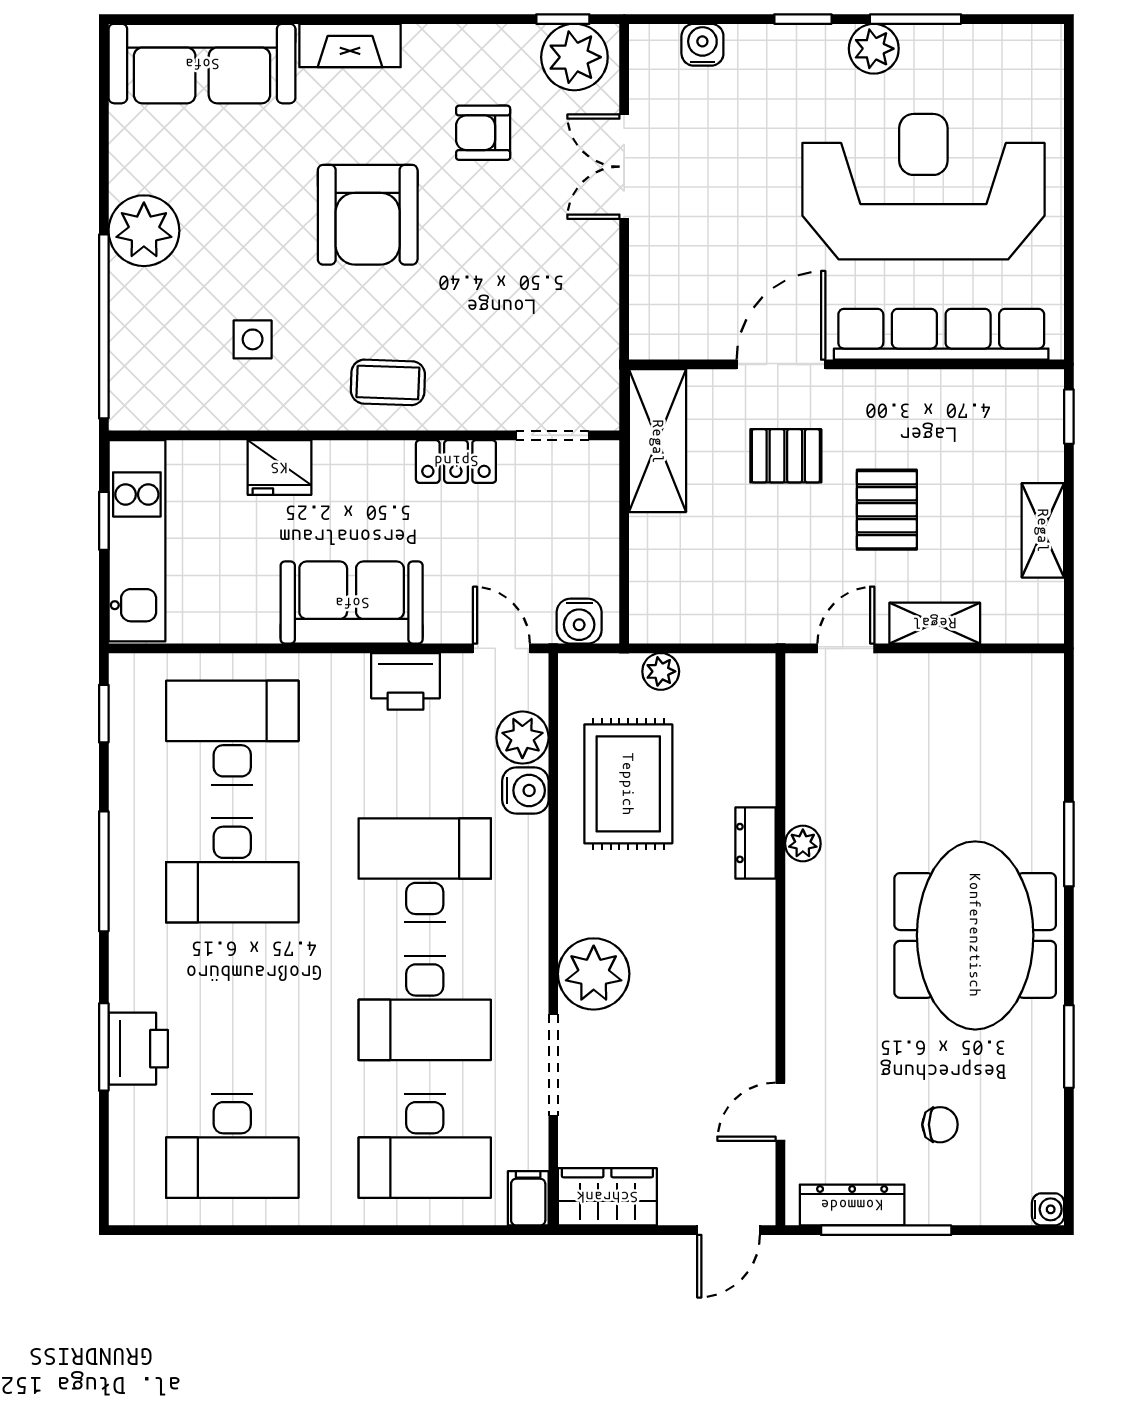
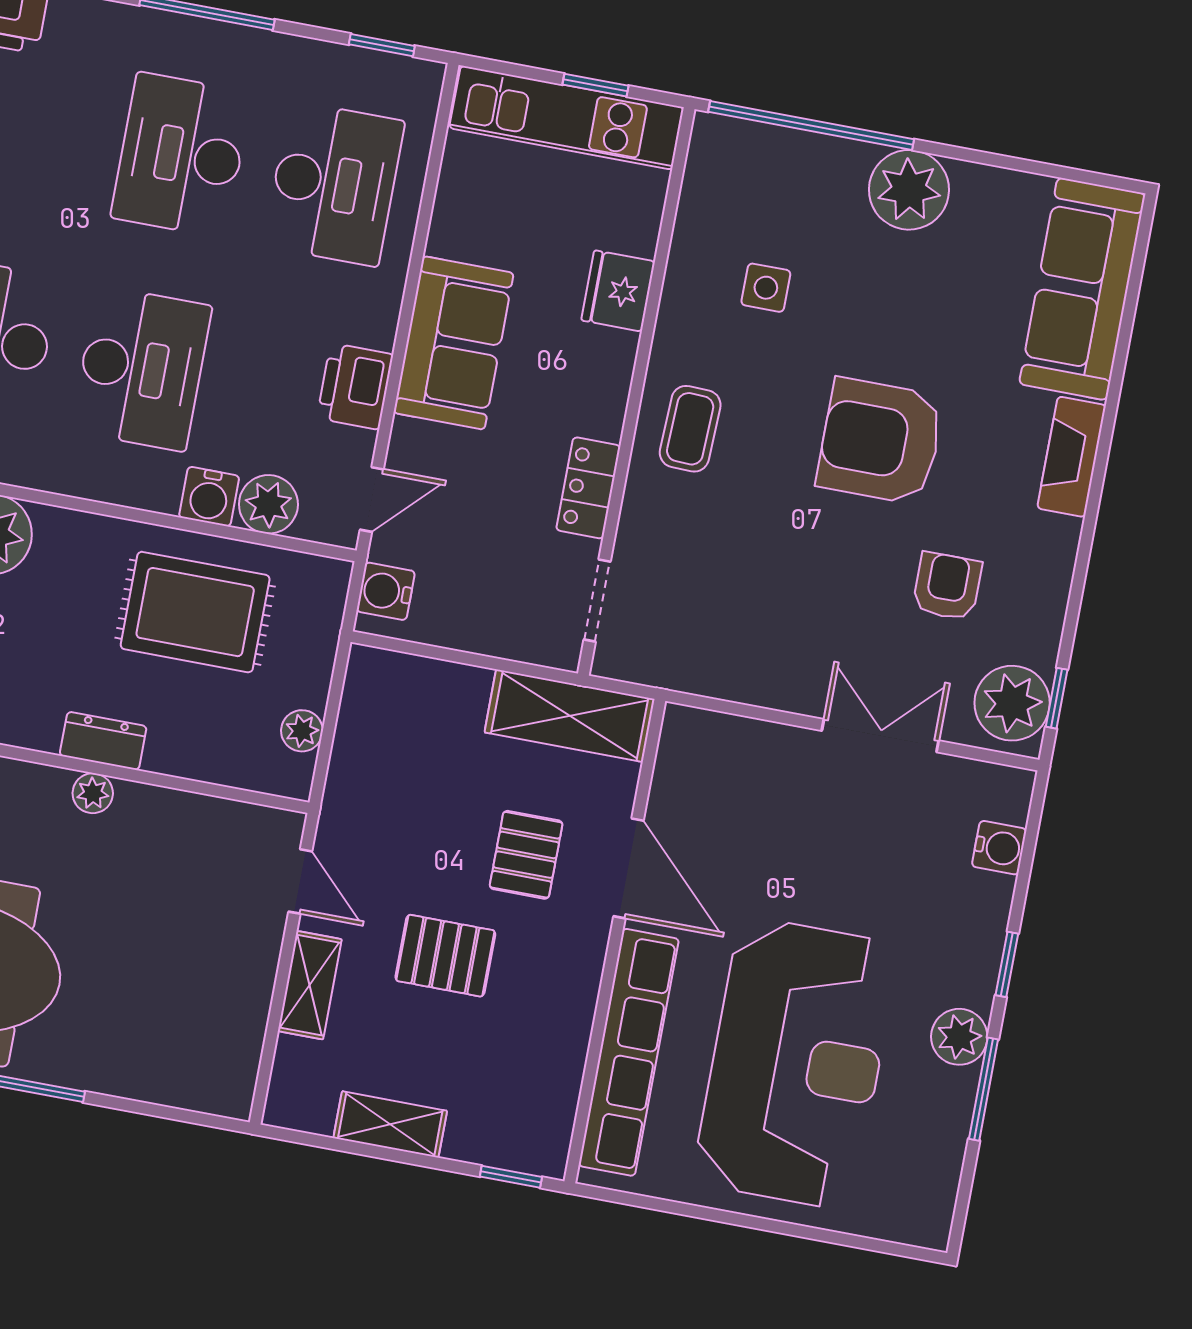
plant: (661, 671) -> (302, 731), moved

